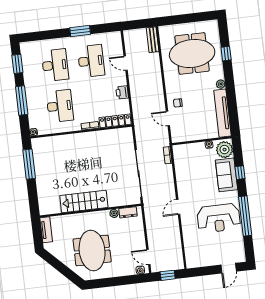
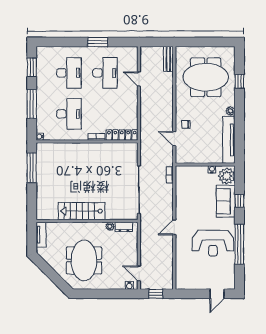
printer: (122, 92) -> (132, 108), removed

